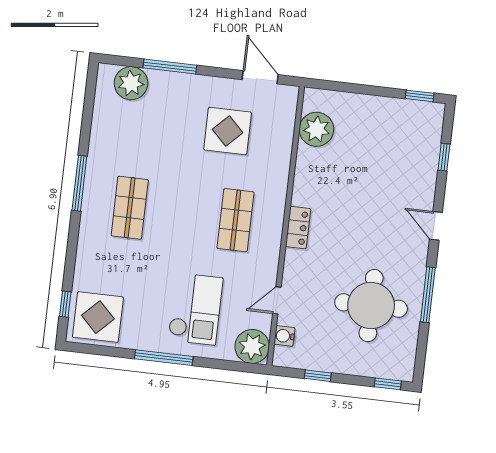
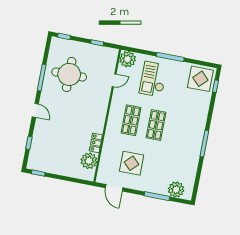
shop shelf: (130, 208) -> (156, 125), moved
locker: (298, 228) -> (96, 143), moved
water cooler: (284, 336) -> (112, 63), removed

